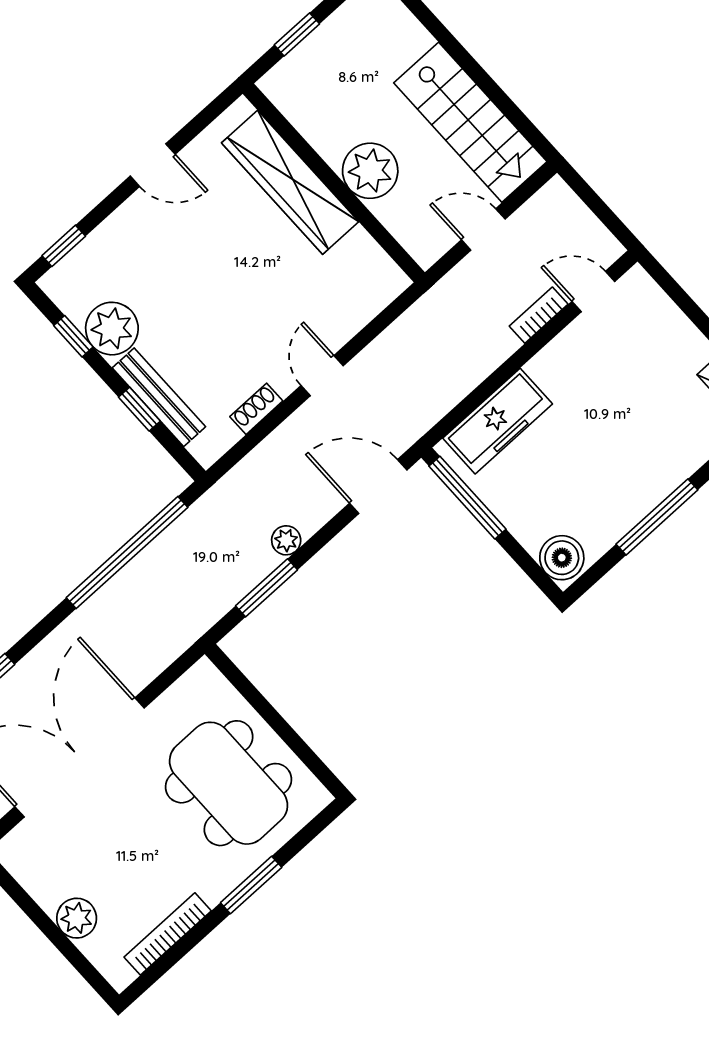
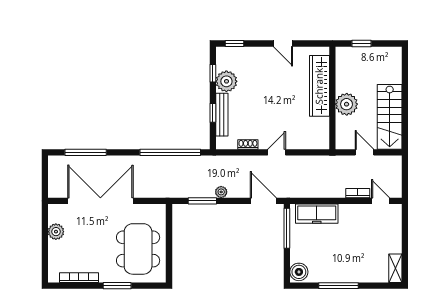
plant: (77, 918) -> (56, 232), moved

